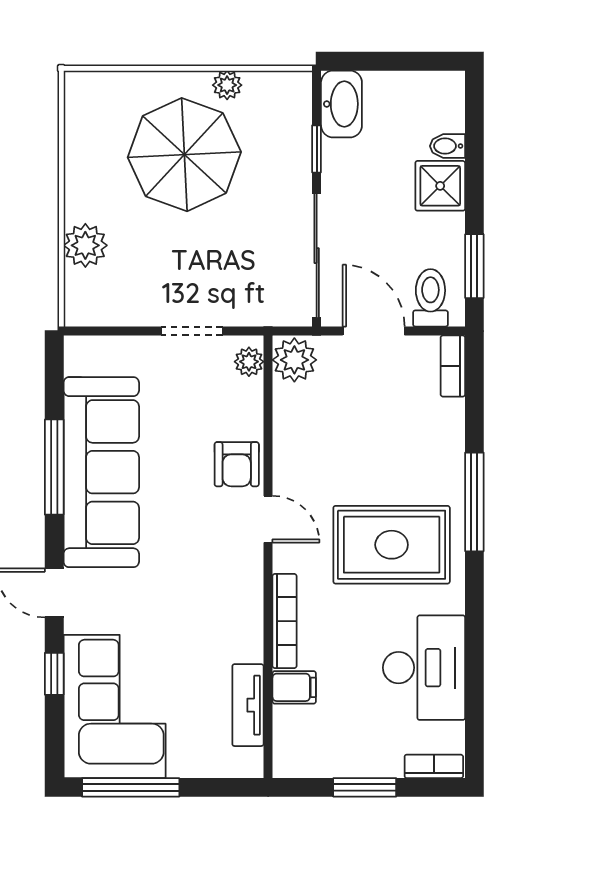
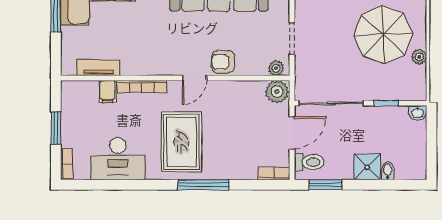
washbasin: (341, 104) -> (418, 113), width x0.52, depth x0.69

